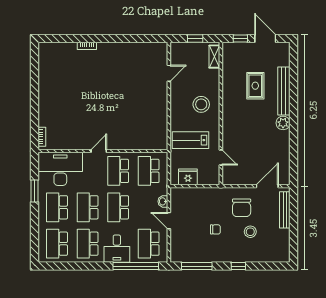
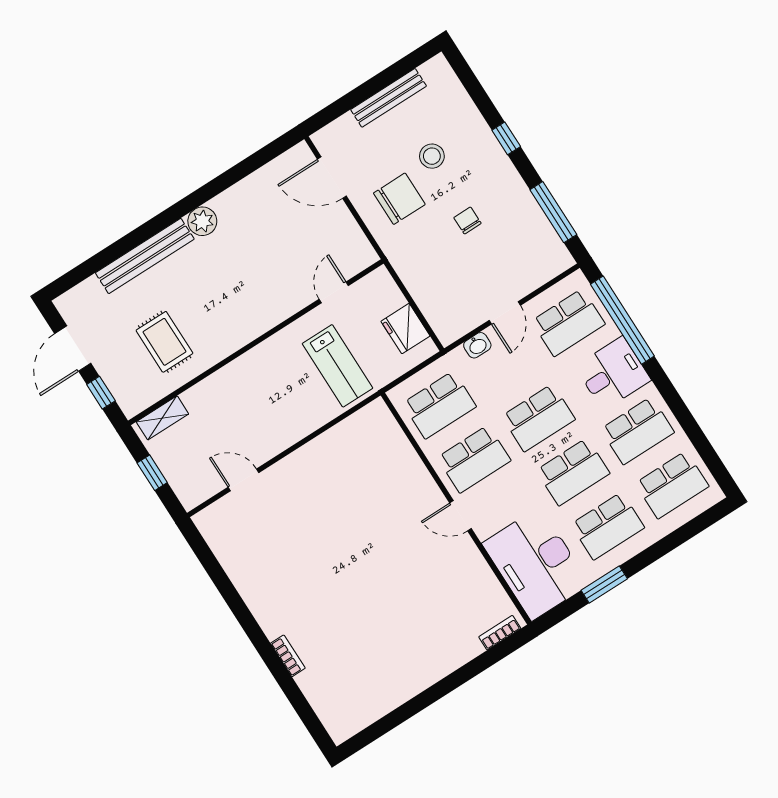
rug: (255, 86) -> (164, 342), moved, turned 90
stool: (201, 104) -> (262, 387), removed
bench: (285, 210) -> (389, 98), moved

